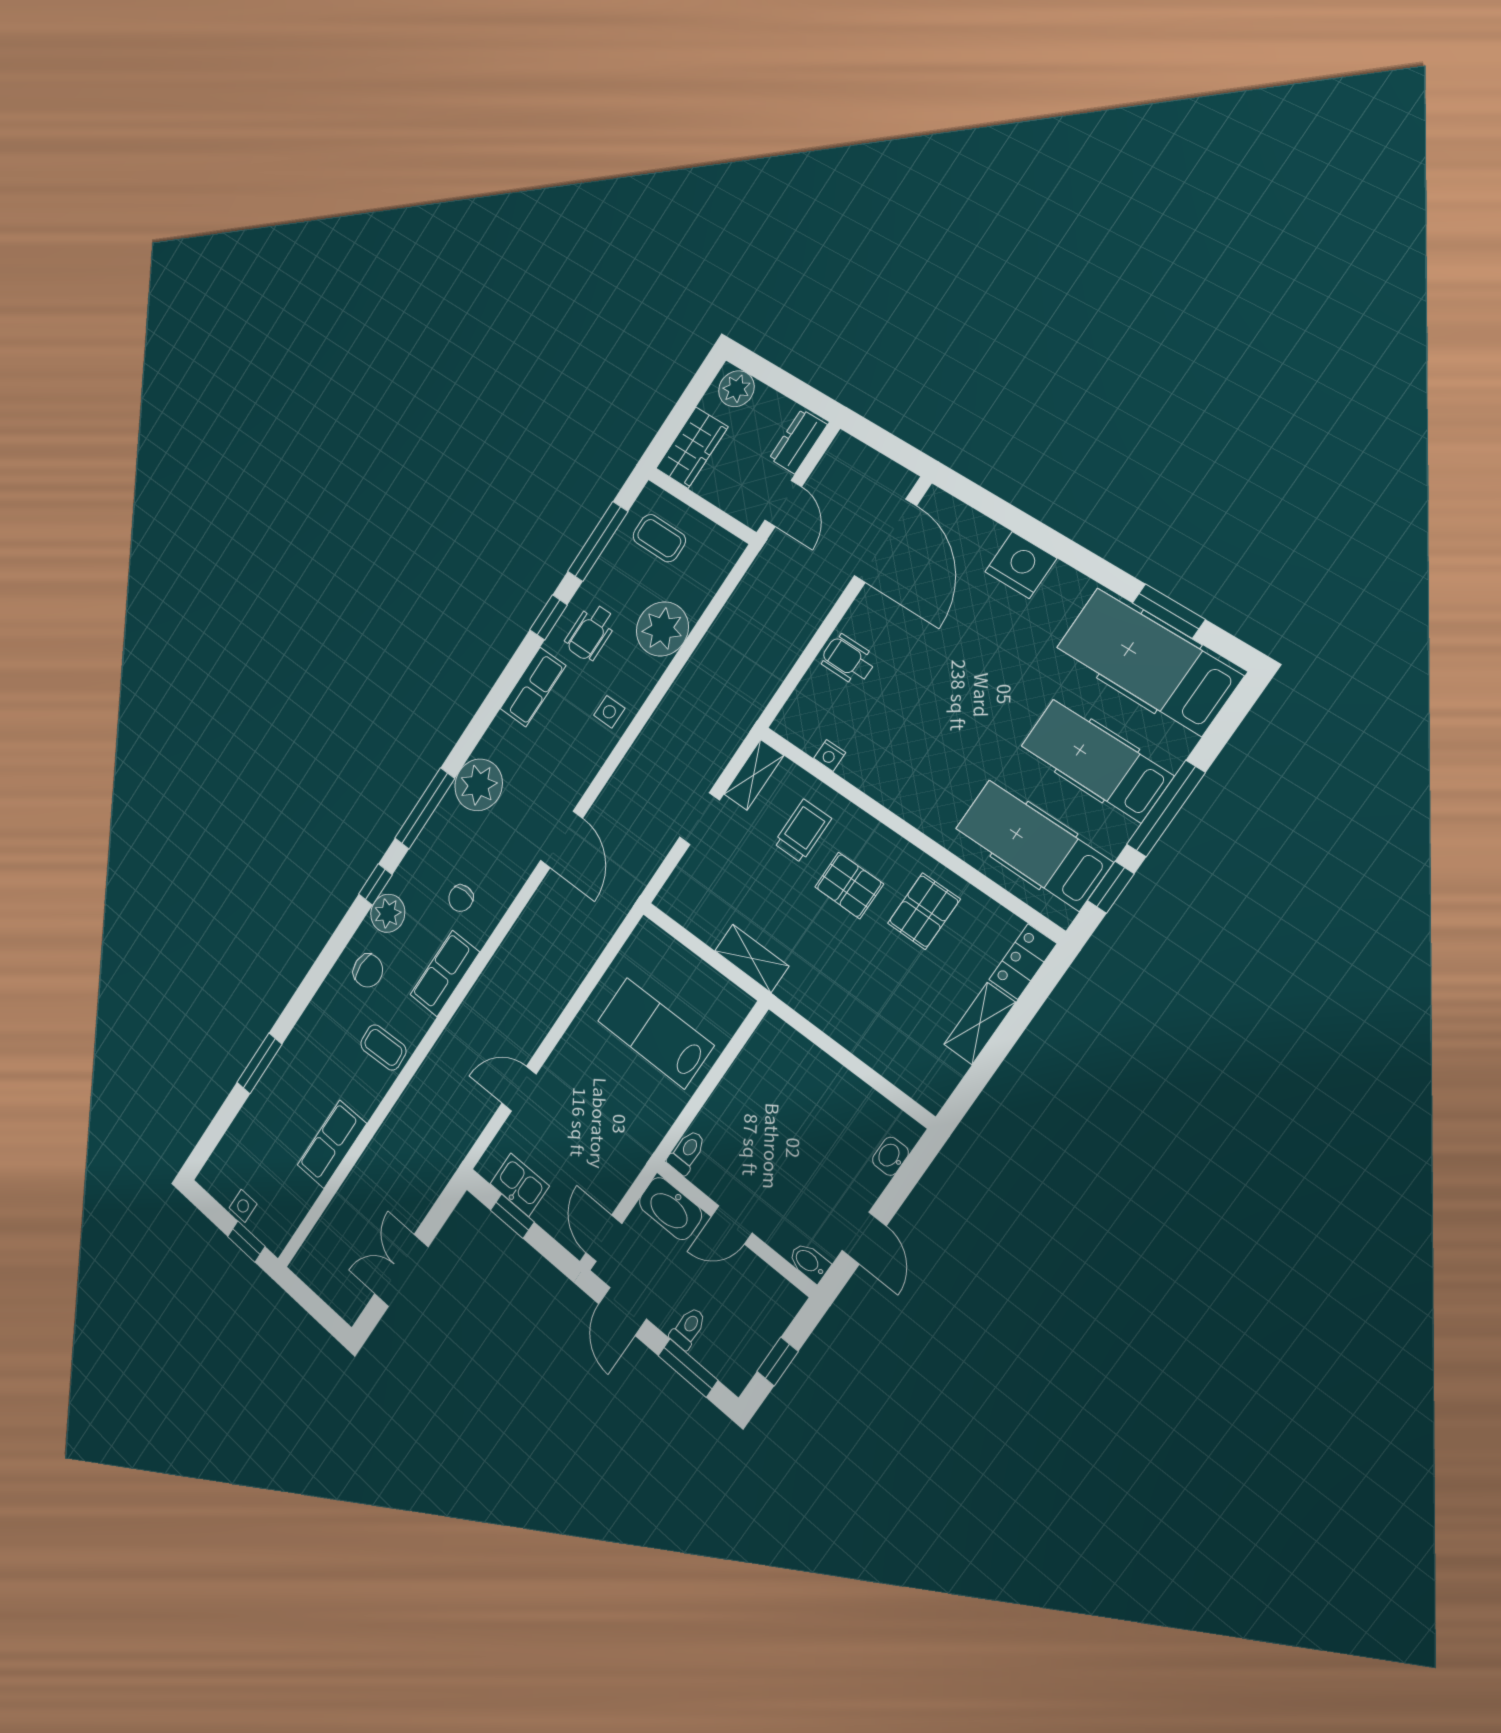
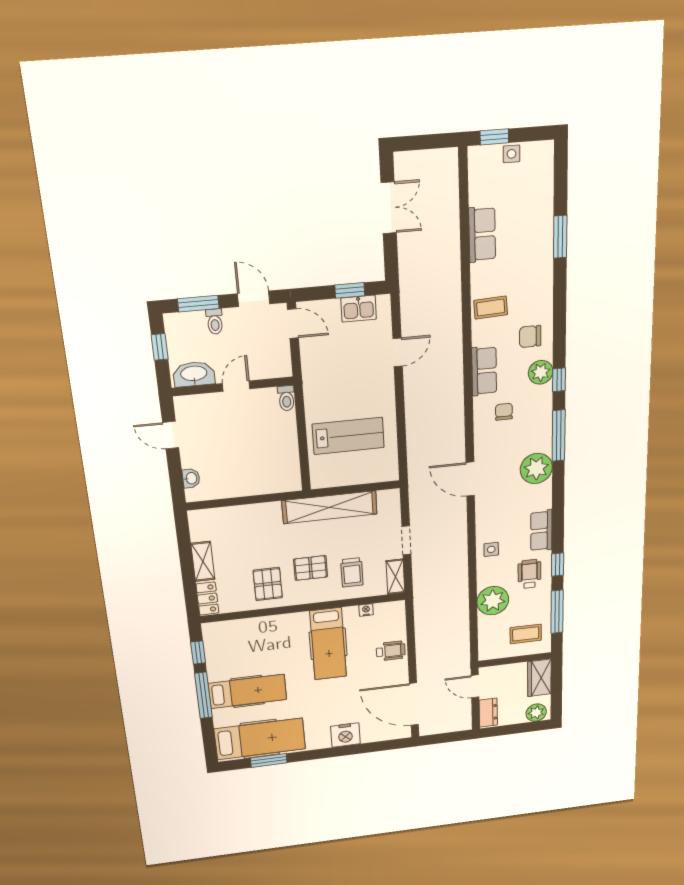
hospital bed: (1034, 845) -> (328, 644), moved, turned 90
shelving: (752, 958) -> (330, 507), width x2.20, depth x1.33
washbasin: (670, 1209) -> (194, 374), moved
bidet: (809, 1262) -> (185, 403), removed

